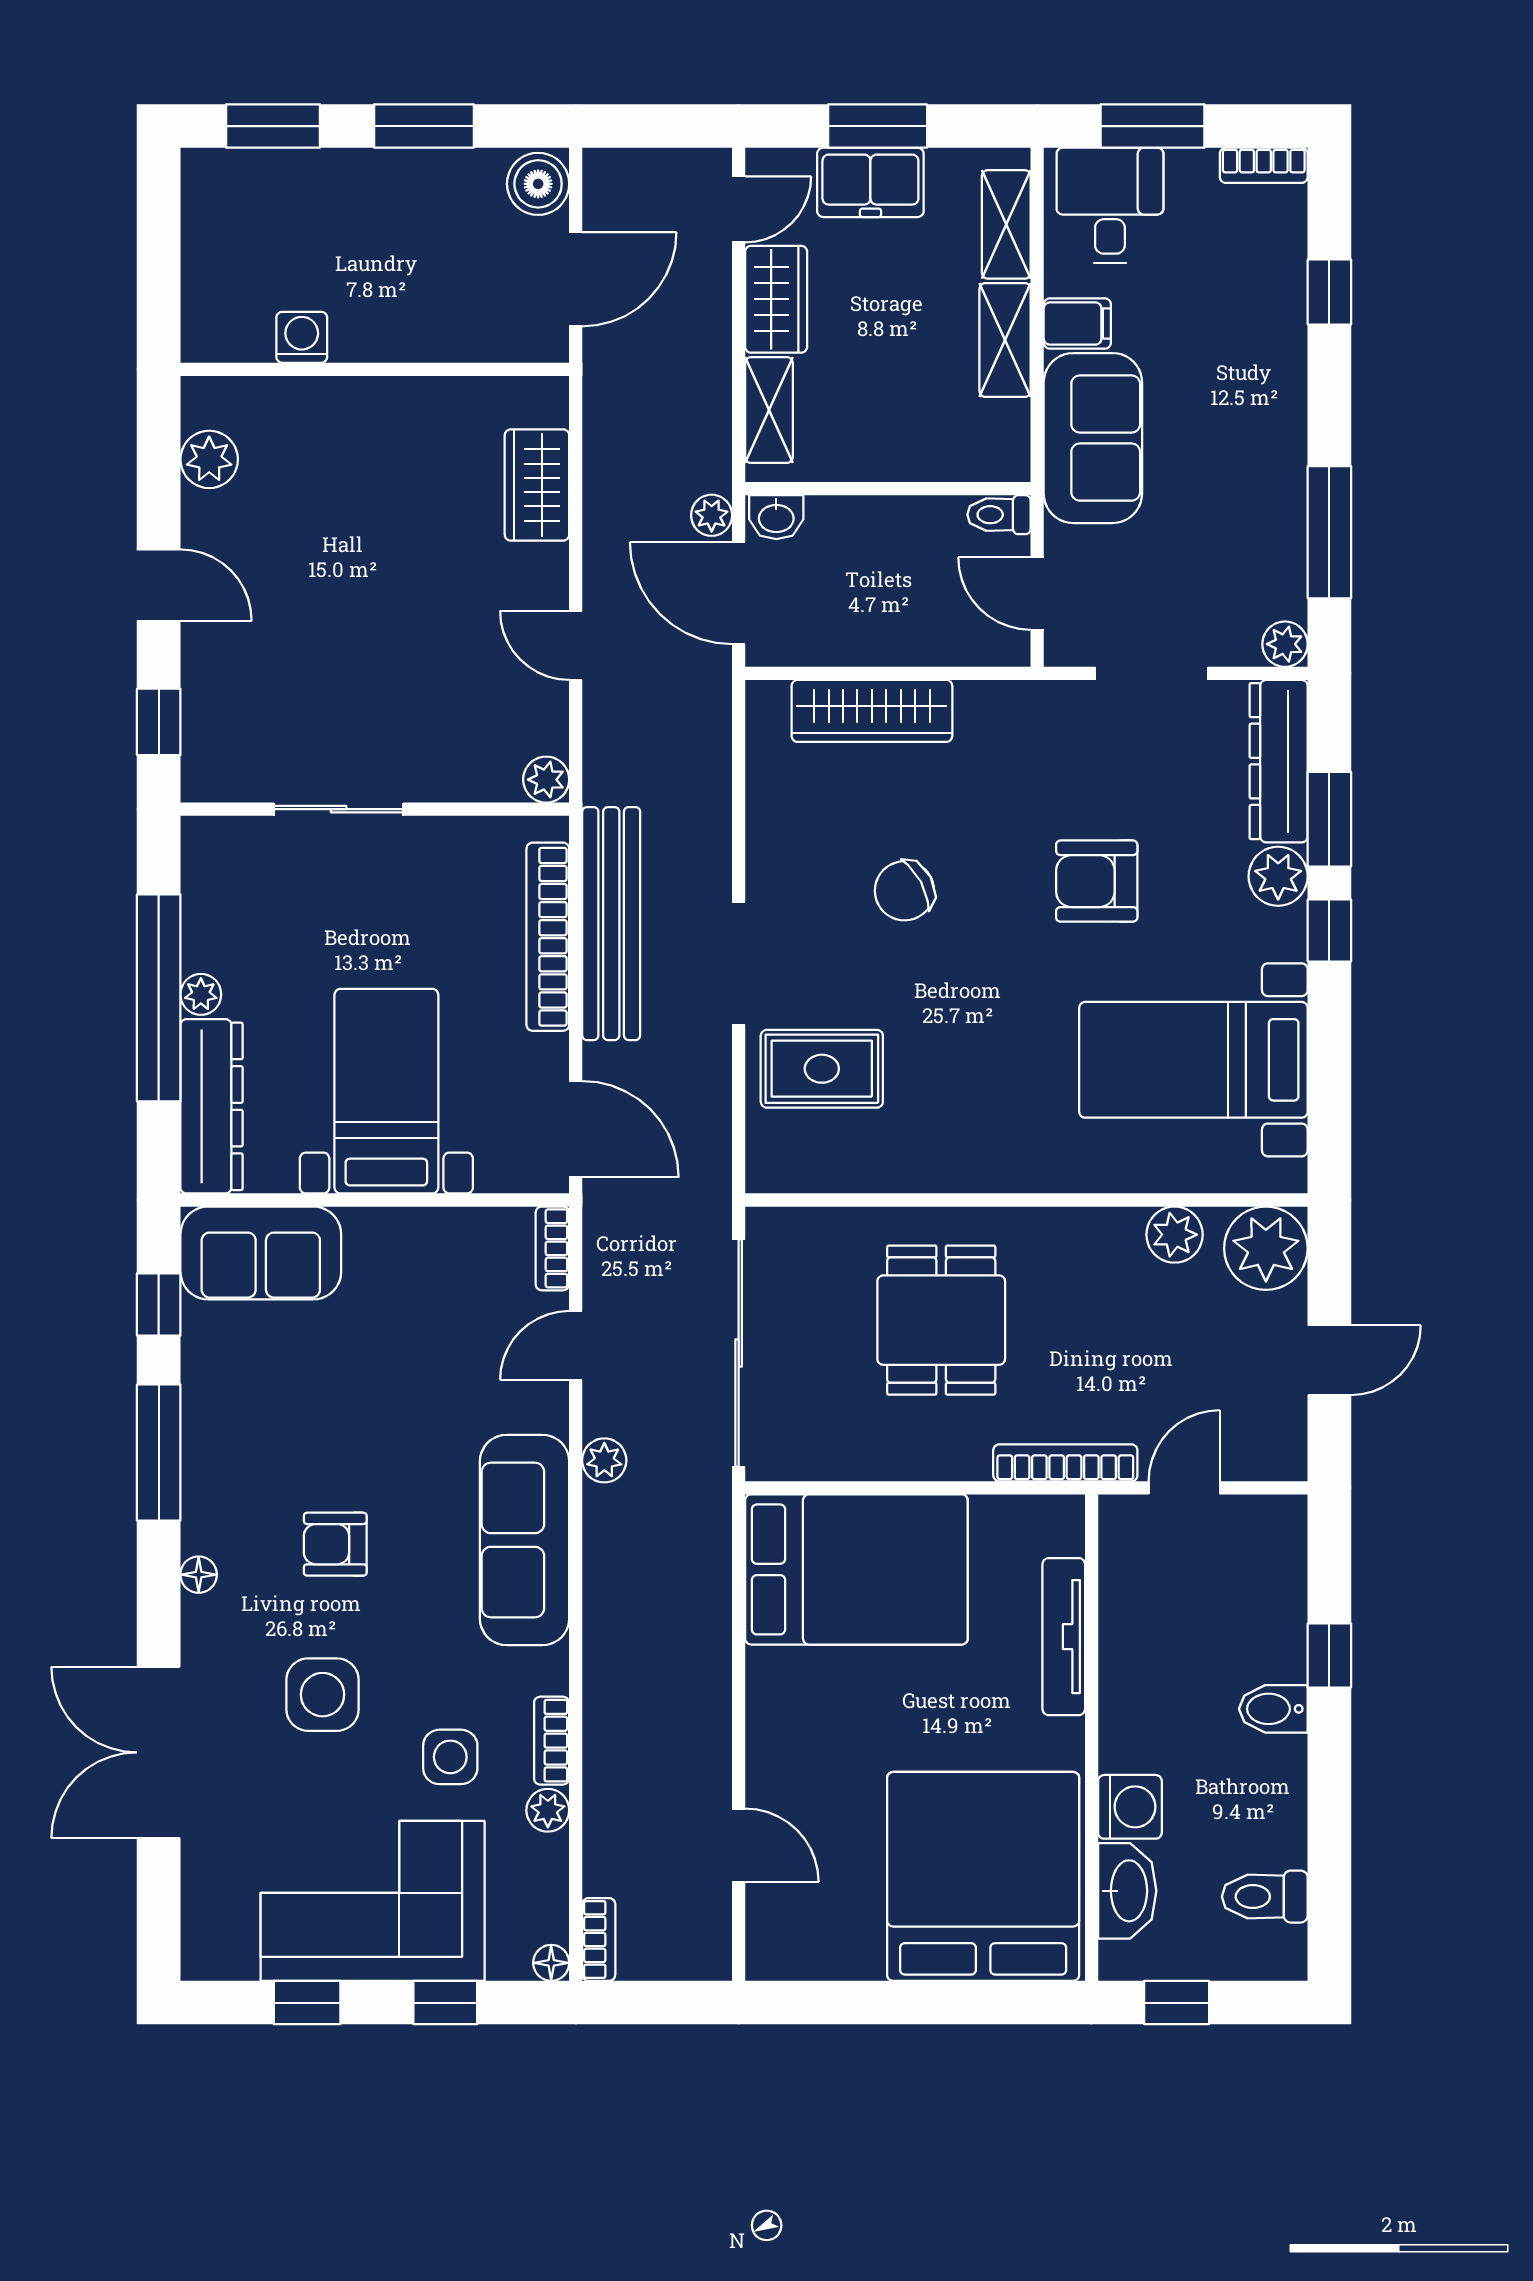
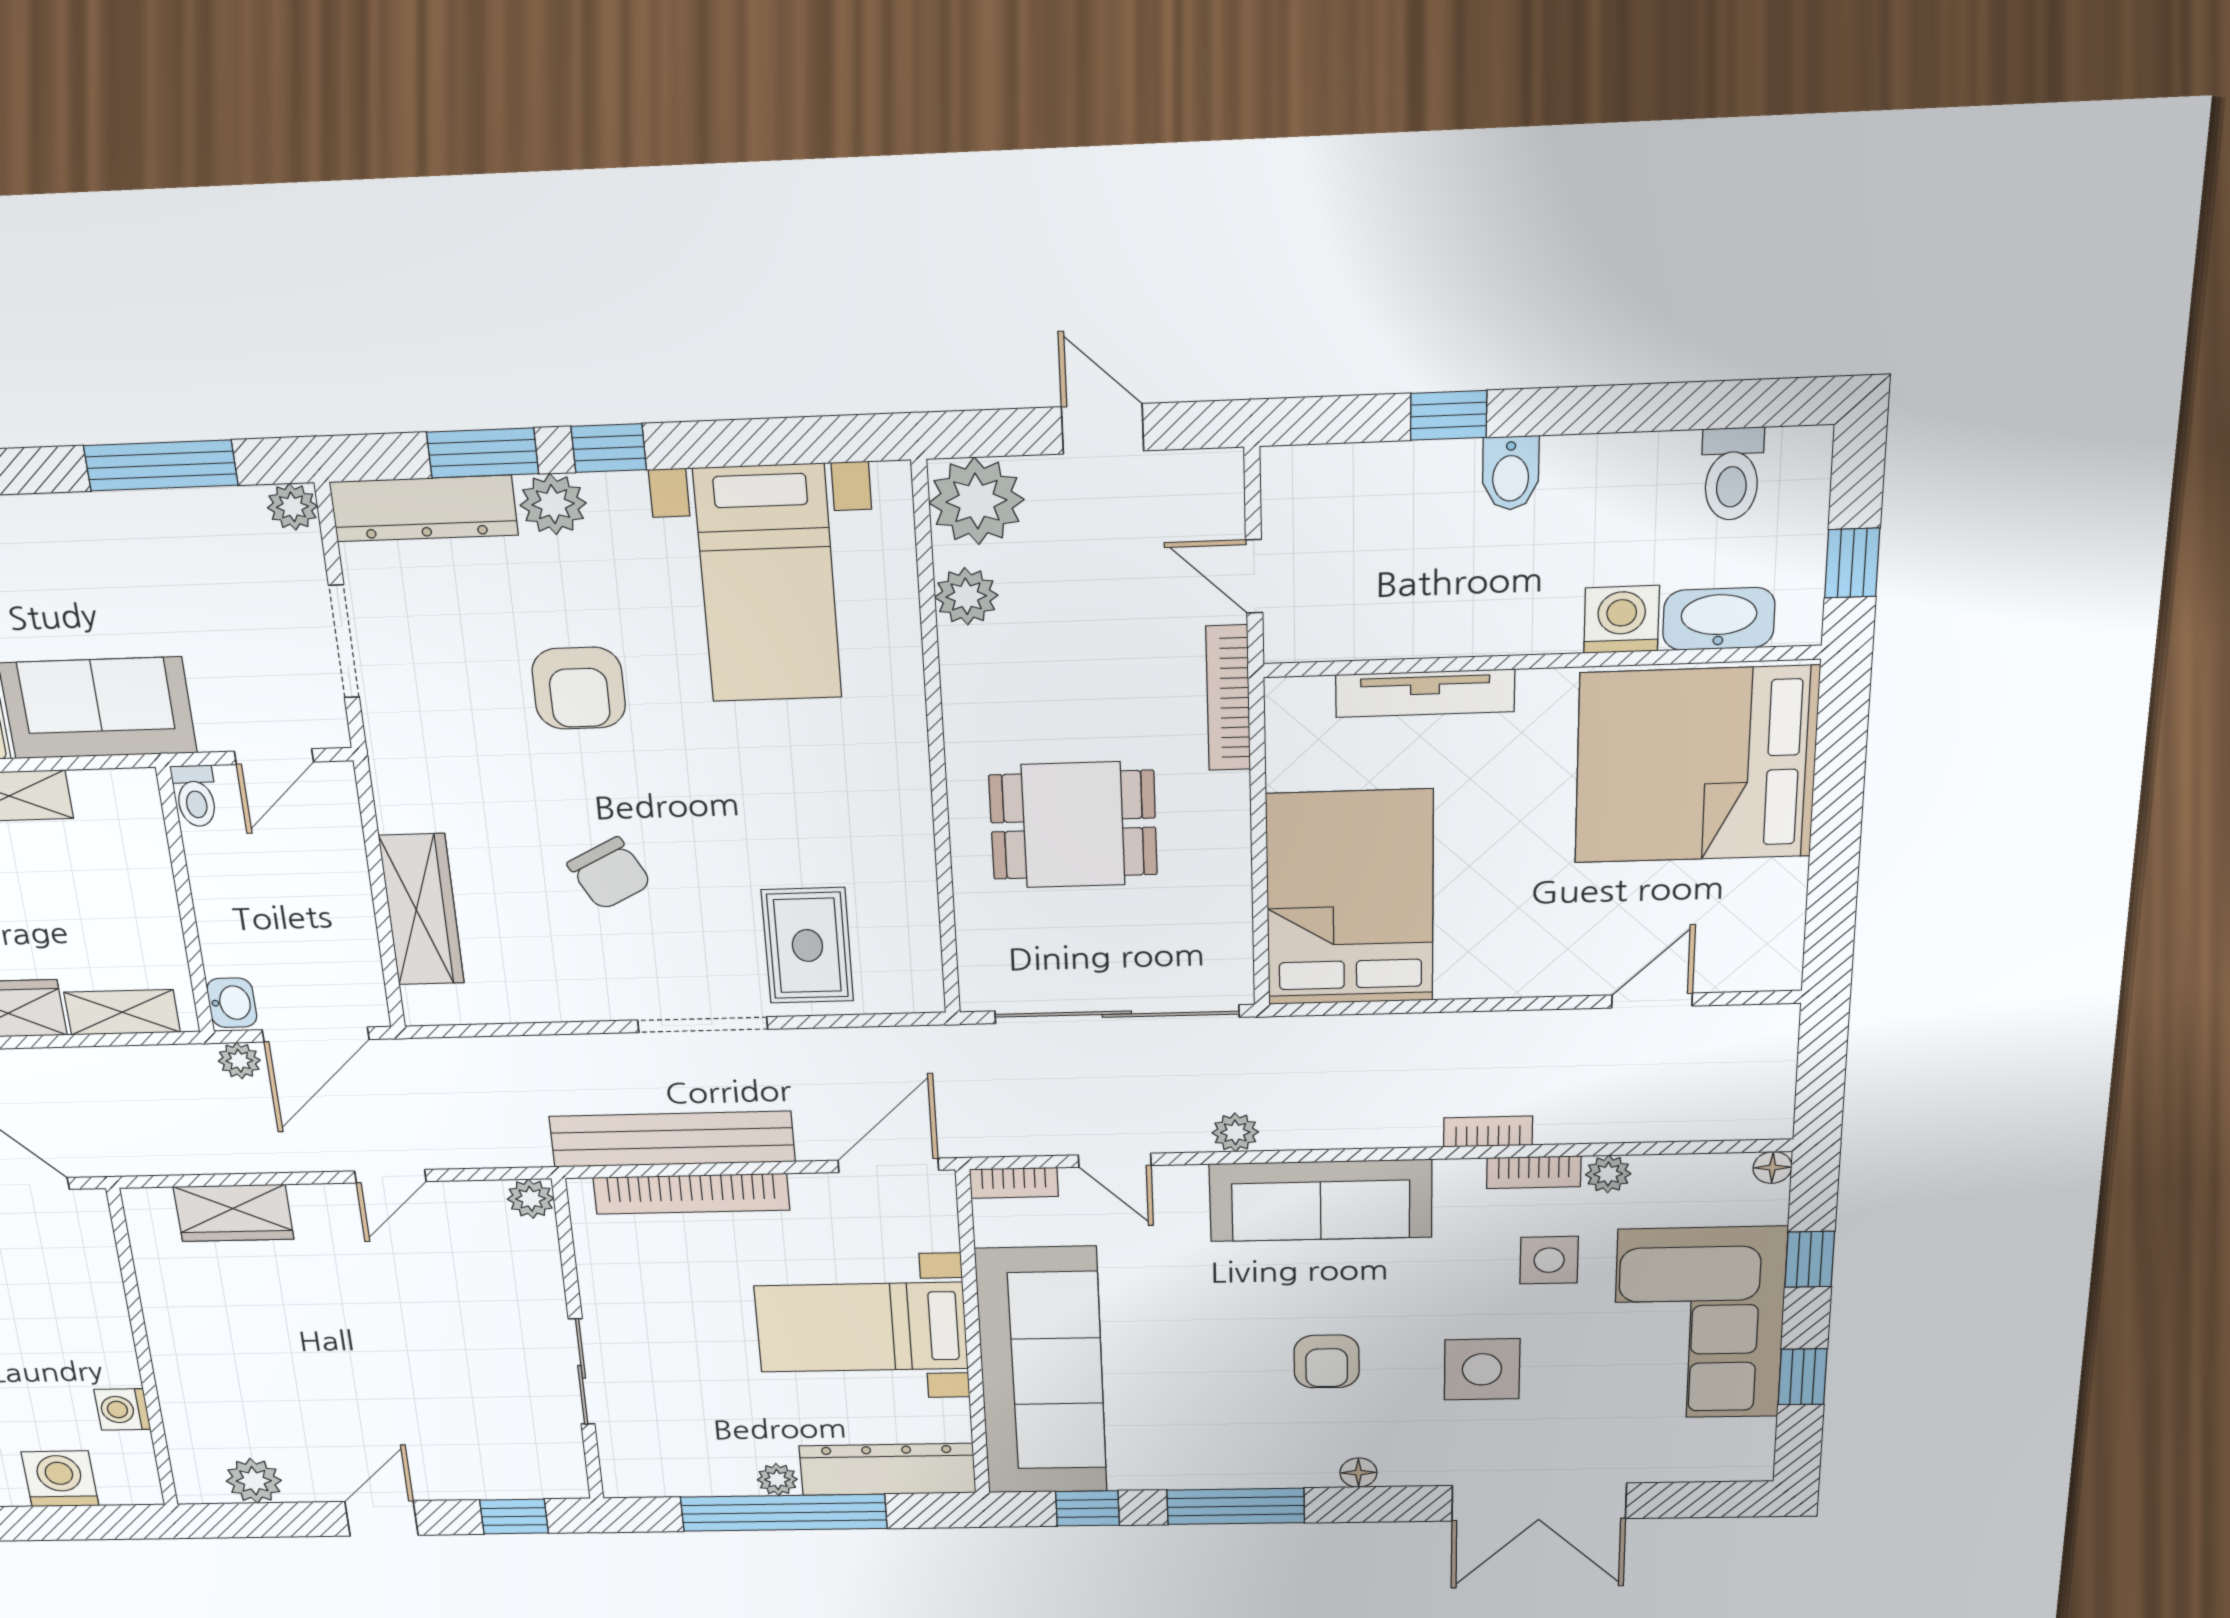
washing machine: (215, 259) -> (60, 1479), added
sofa: (261, 1253) -> (1042, 1371), width x1.85, depth x1.27
bookcase: (599, 1939) -> (1488, 1132), moved

